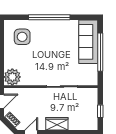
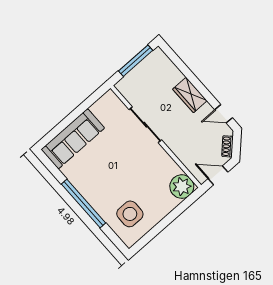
window: (100, 52) -> (73, 116), removed
window: (100, 111) -> (136, 61), width x2.17

